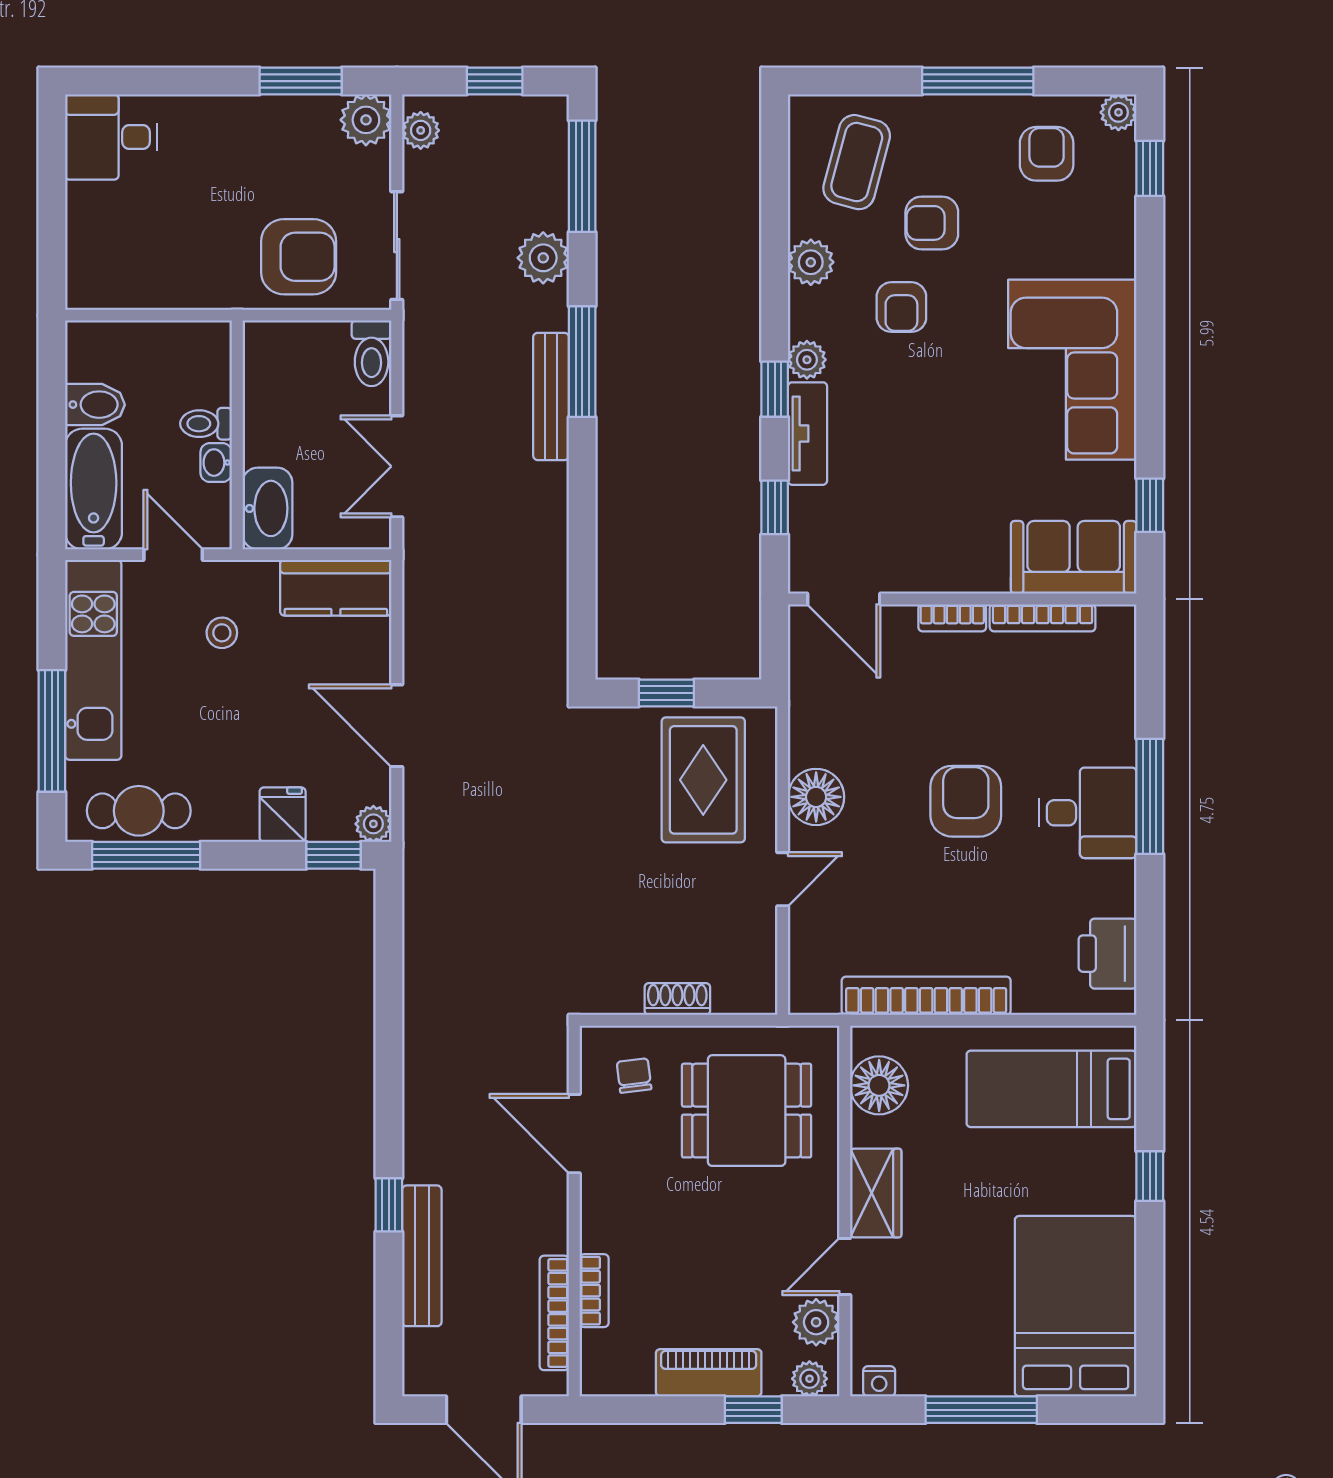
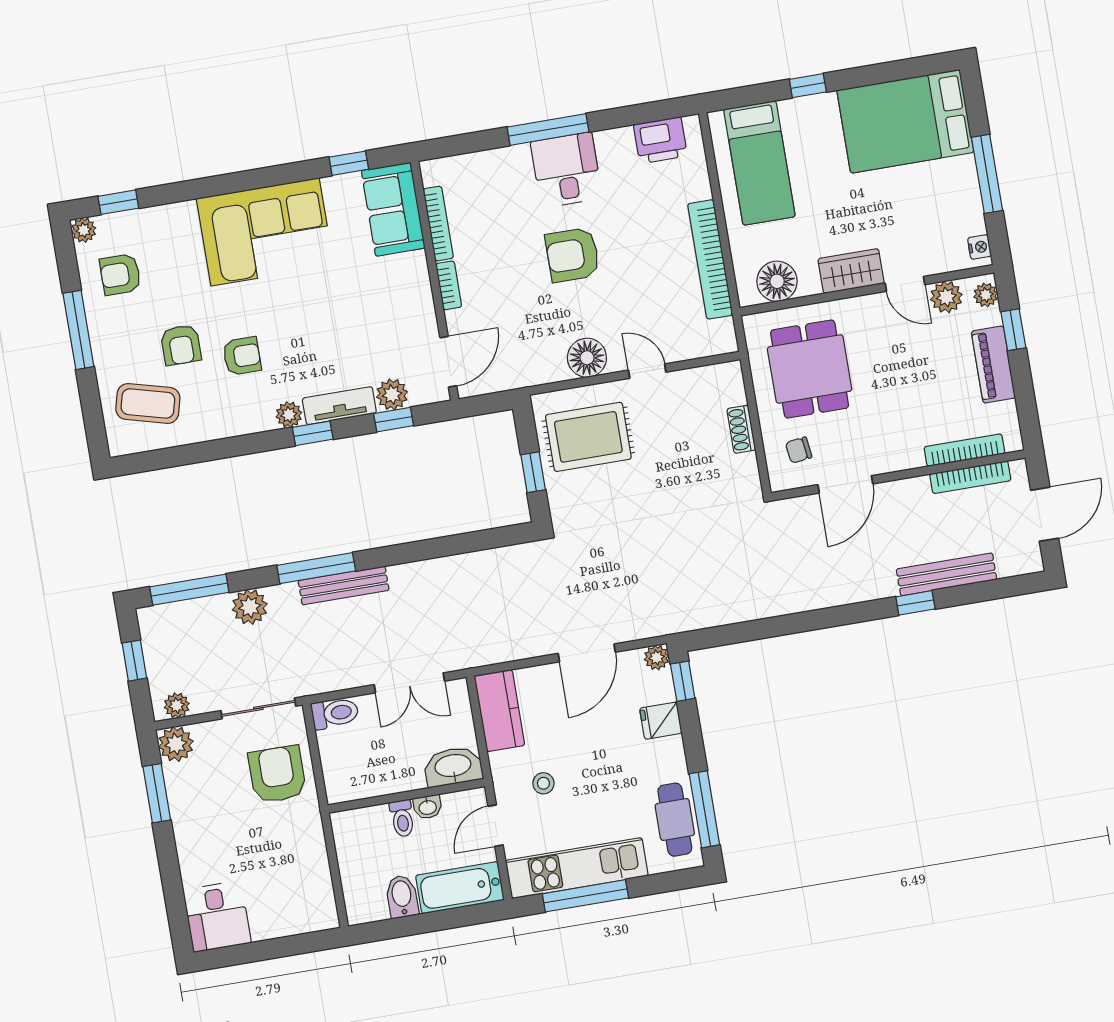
plant: (811, 262) -> (392, 394), moved
window: (52, 731) -> (585, 896), moved
bookcase: (594, 1291) -> (964, 450), width x1.56

